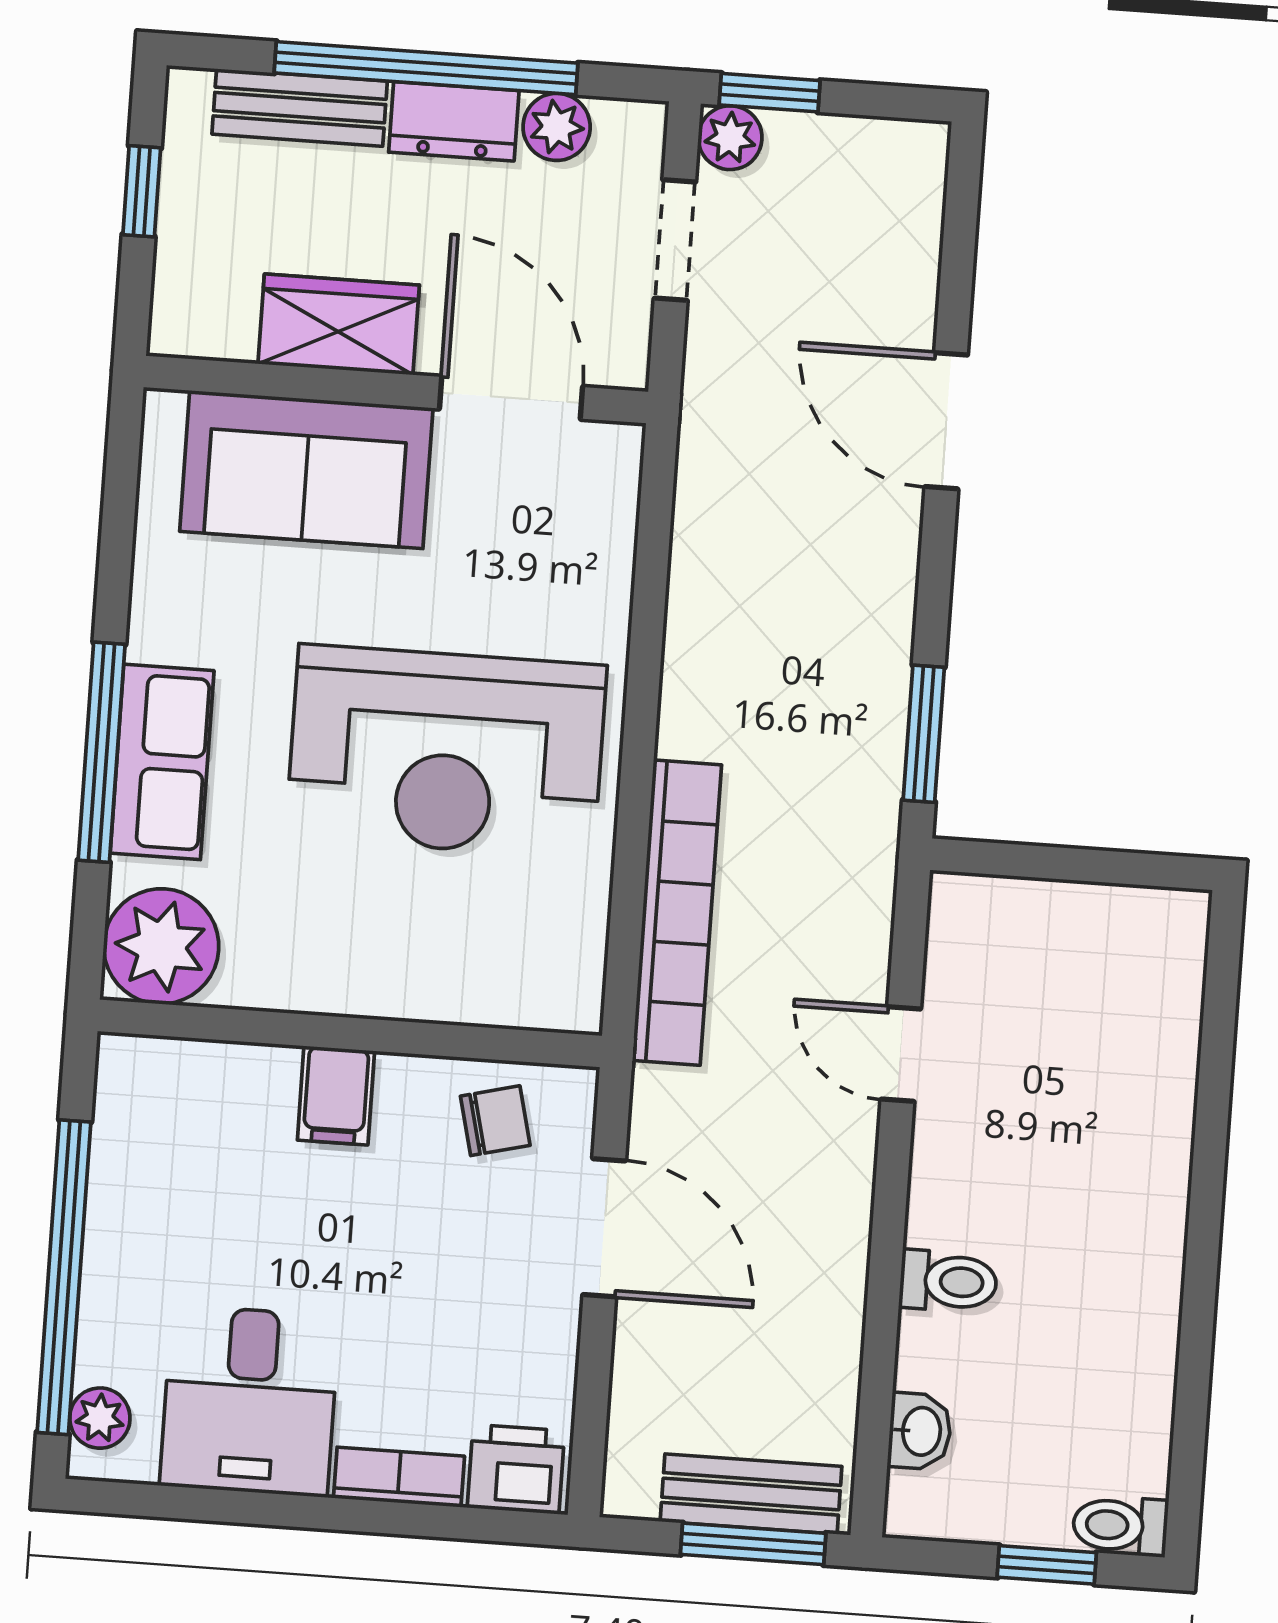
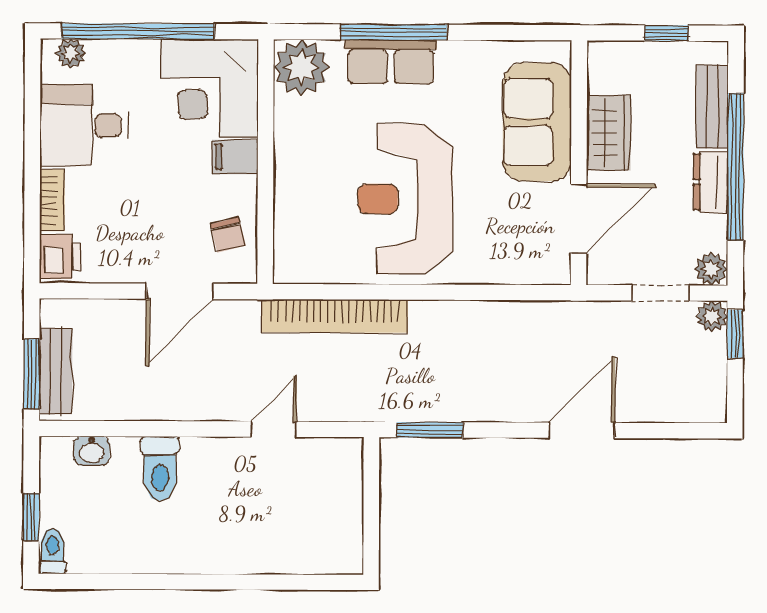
plant: (557, 127) -> (711, 269), moved
corner desk: (190, 1139) -> (209, 88), added
toilet: (948, 1281) -> (160, 469), width x1.37, depth x1.39

